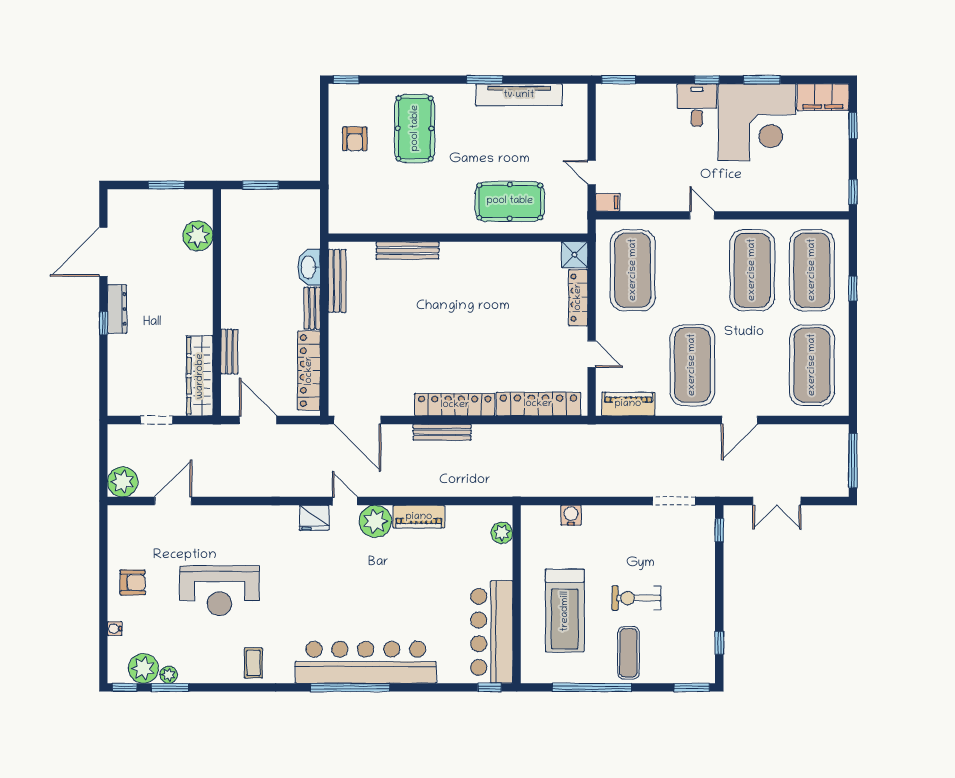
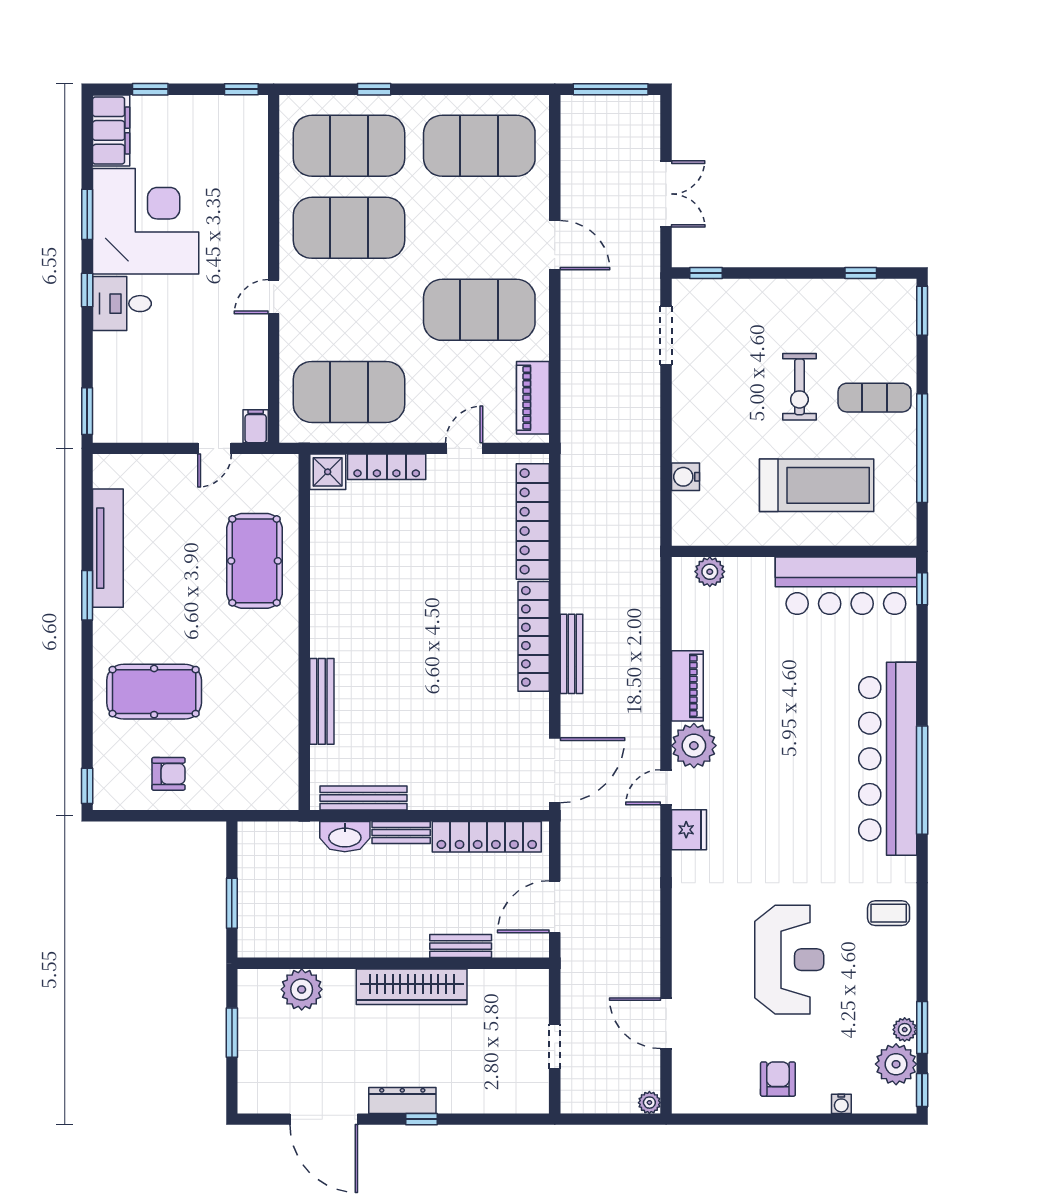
wardrobe: (200, 376) -> (412, 987), moved
plant: (123, 482) -> (649, 1103), width x0.53, depth x0.53

